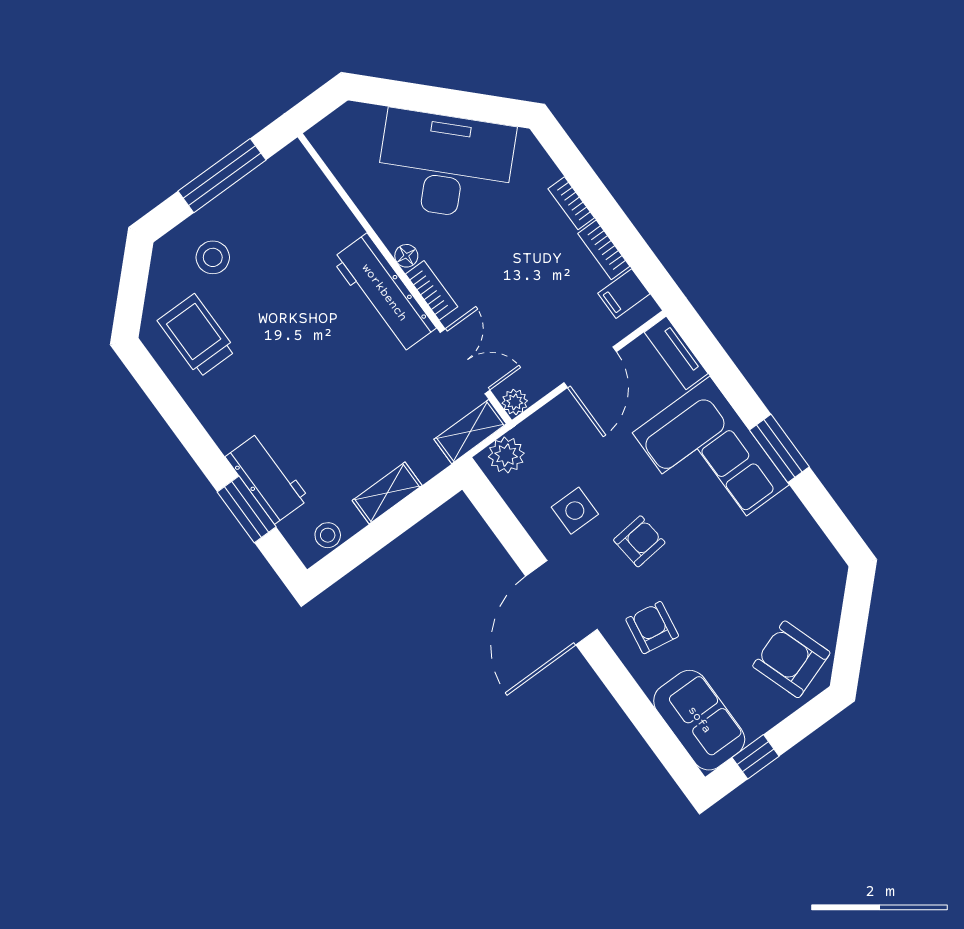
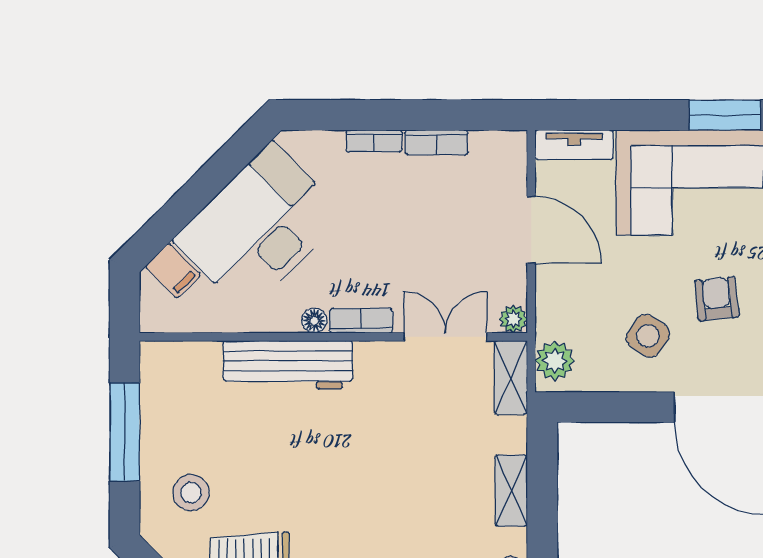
workbench: (384, 293) -> (288, 365), moved
filing cabinet: (624, 294) -> (173, 271), moved, turned -45
side table: (575, 511) -> (648, 336), turned 34

